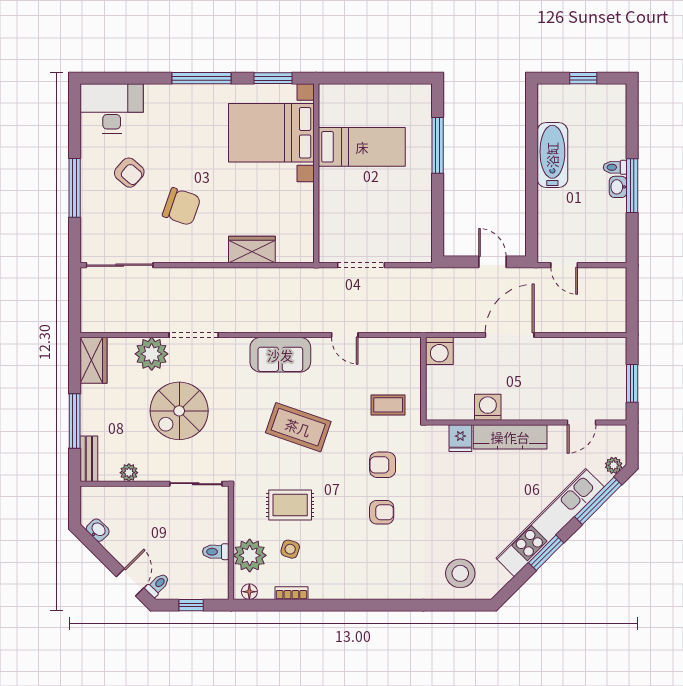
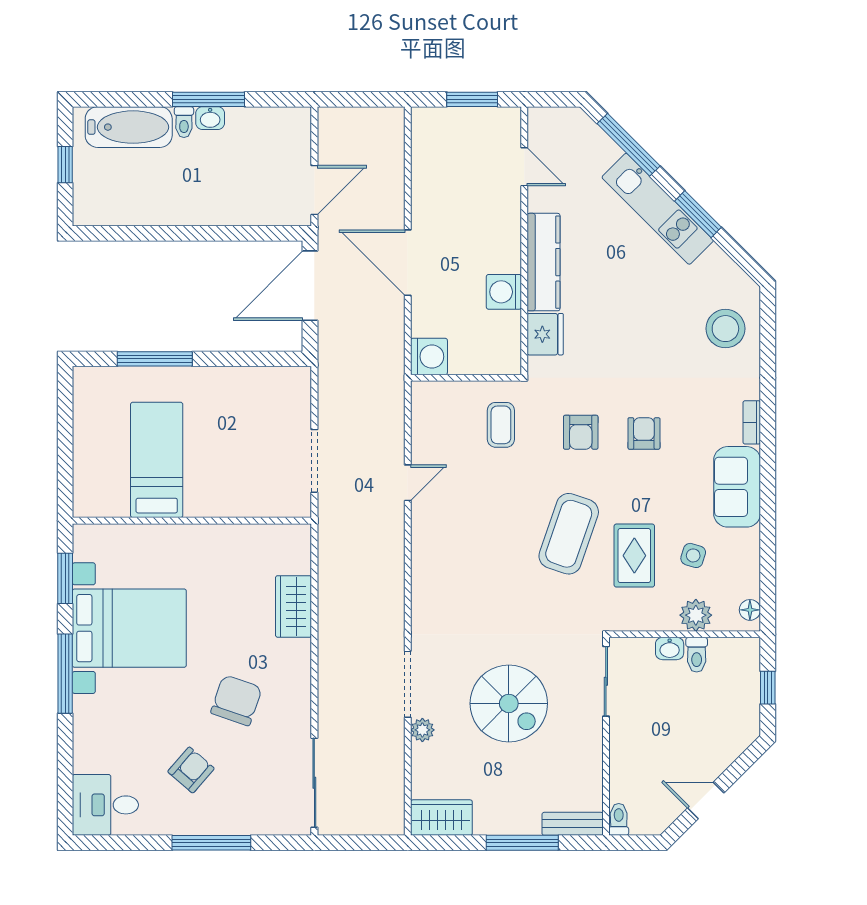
desk: (112, 108) -> (105, 805), width x0.73
bed with nightstands: (271, 133) -> (129, 628), moved, turned -90
bathtub: (552, 155) -> (129, 127), moved, turned 180
door: (492, 262) -> (310, 286), width x1.87
door: (564, 265) -> (314, 190), width x1.38
plant: (152, 354) -> (422, 730), width x0.53, depth x0.53
sofa: (280, 355) -> (737, 487), moved, turned 180
coffee table: (298, 427) -> (569, 534), moved
fridge: (460, 438) -> (545, 334), width x1.38
plant: (614, 465) -> (581, 124), removed
plant: (129, 473) -> (591, 771), removed
kitchen unit: (550, 523) -> (658, 209), width x0.73
washbasin: (98, 530) -> (670, 649), moved, turned -135
plant: (250, 555) -> (696, 615), width x0.73, depth x0.73
door: (130, 582) -> (706, 800), moved
toilet: (158, 585) -> (619, 819), moved, turned 45
bookcase: (291, 593) -> (752, 422), moved

